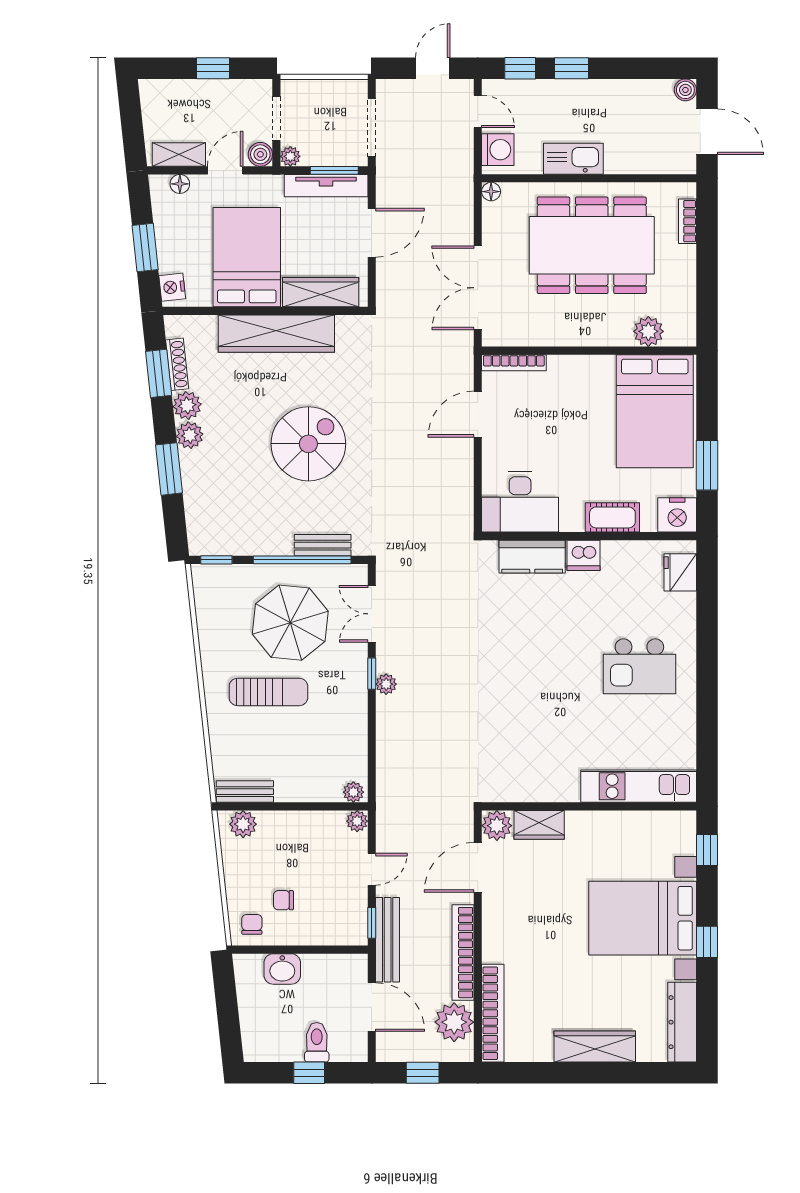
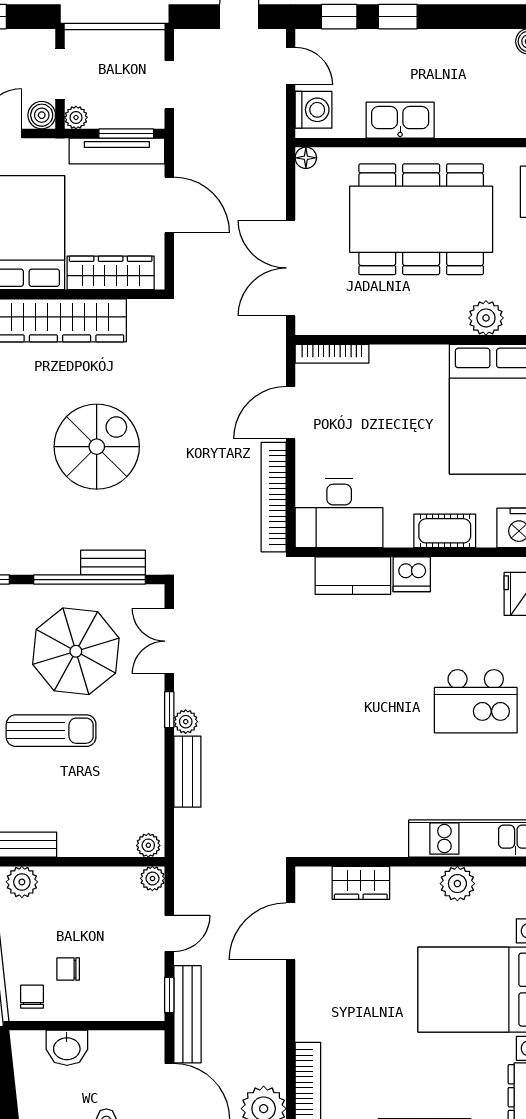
doorway: (372, 128) -> (169, 85), width x0.73
door: (372, 233) -> (169, 205), hinge flipped
bench: (388, 728) -> (187, 772), added
plant: (497, 826) -> (457, 884), moved
bookcase: (463, 953) -> (274, 497), moved

